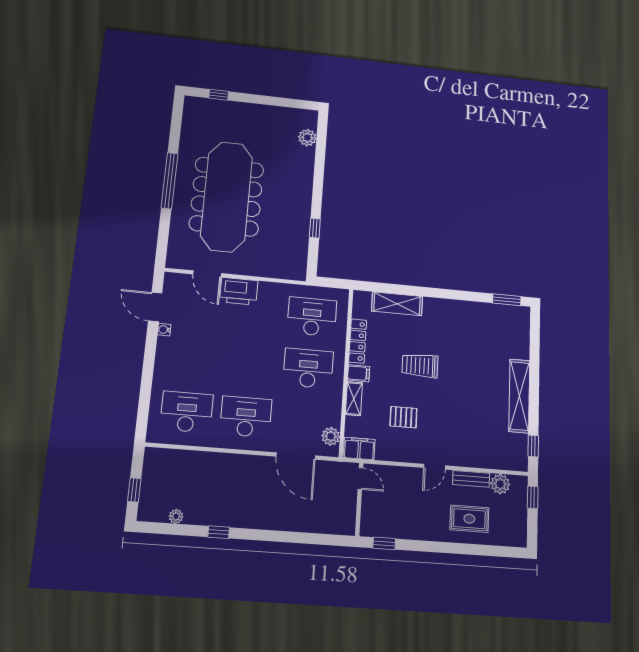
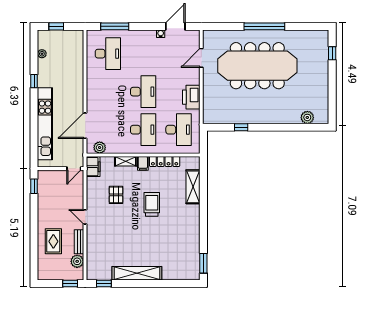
printer: (239, 291) -> (191, 97), moved
window: (145, 398) -> (115, 26), added
desk: (246, 417) -> (143, 92), moved
kitchen unit: (288, 519) -> (45, 124), added

